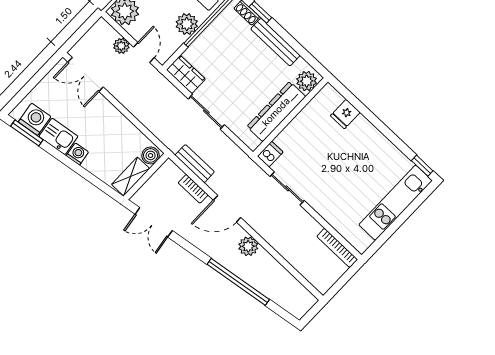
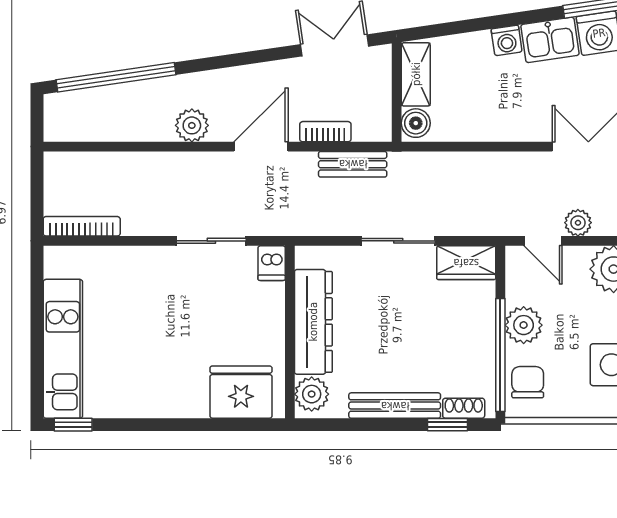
fridge: (345, 114) -> (241, 392), width x1.88, depth x1.34
window: (238, 282) -> (116, 77), moved

